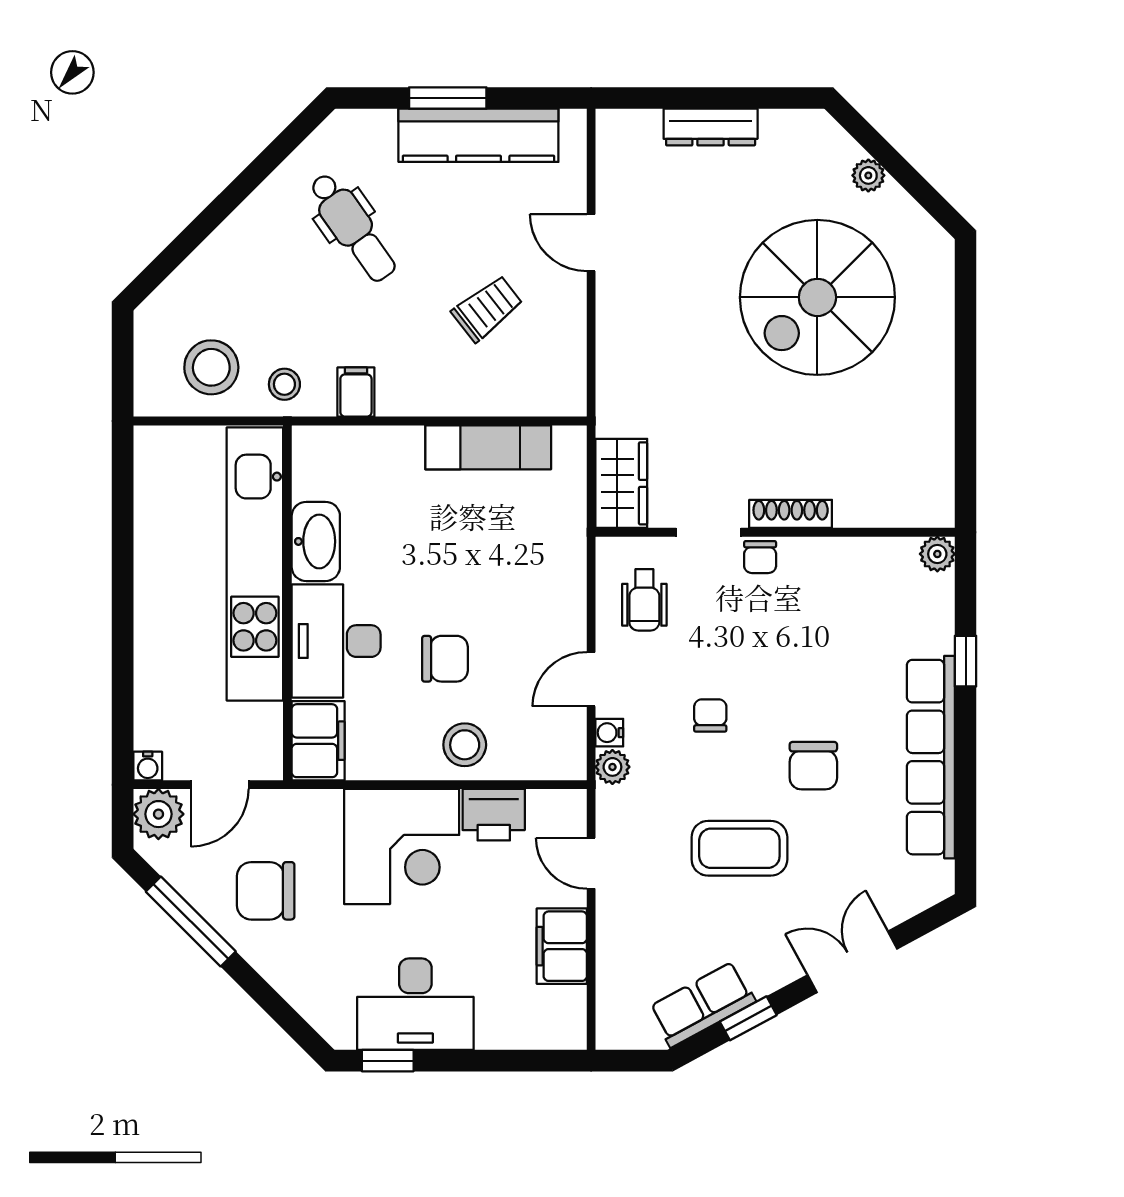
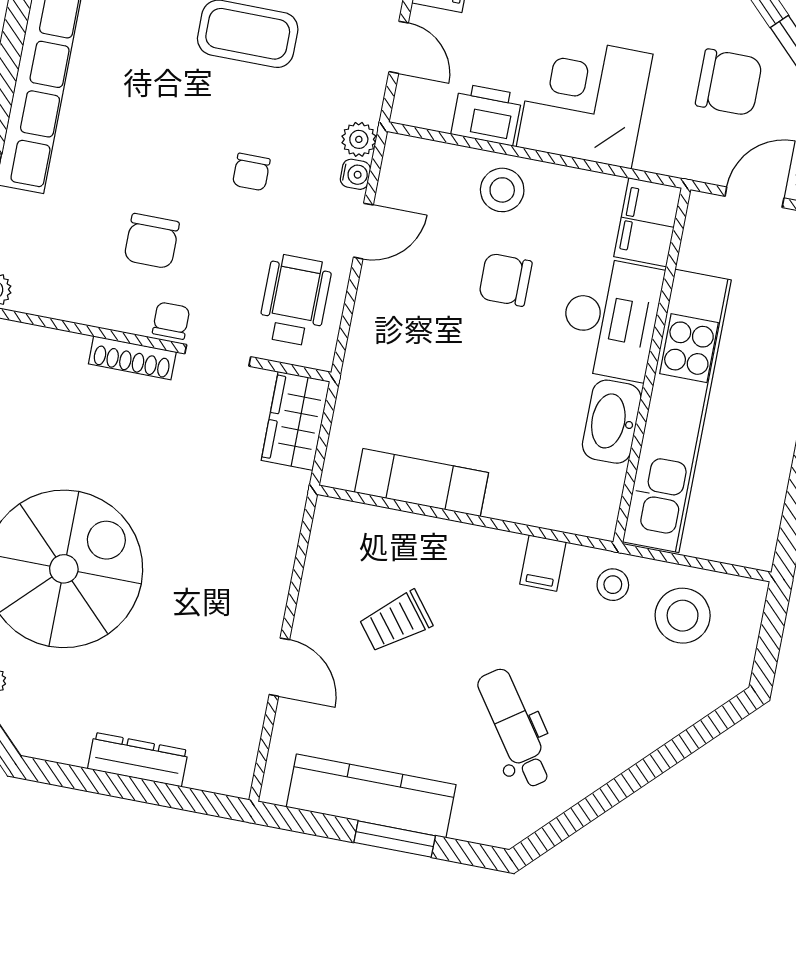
wheelchair: (644, 600) -> (295, 300), width x1.36, depth x1.37
chair: (813, 766) -> (152, 241), moved, turned 180

